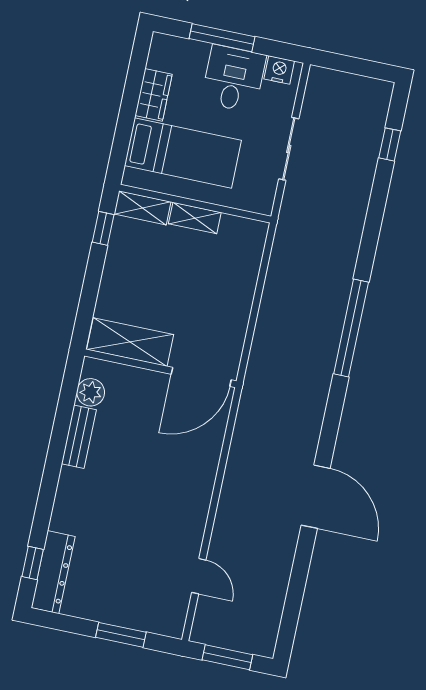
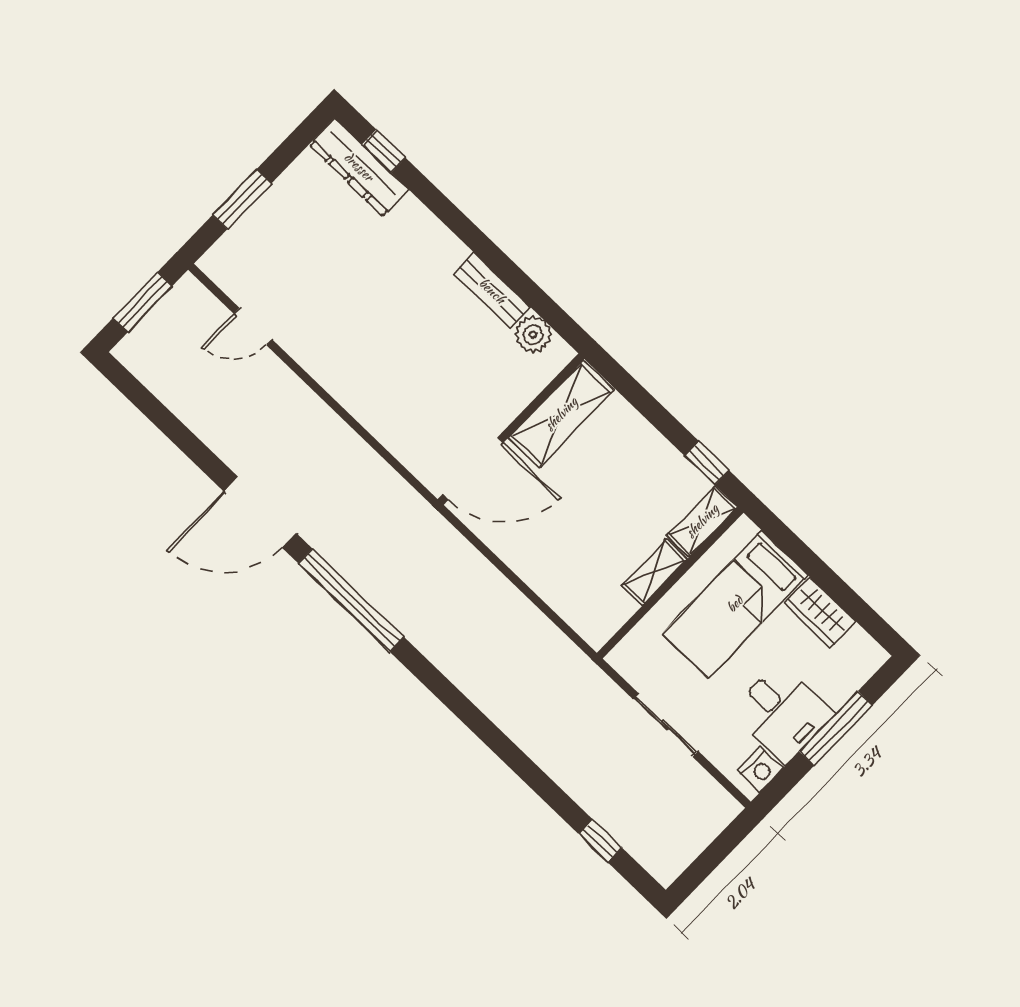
window: (351, 328) -> (351, 600), moved
door: (201, 377) -> (473, 468), swing flipped

